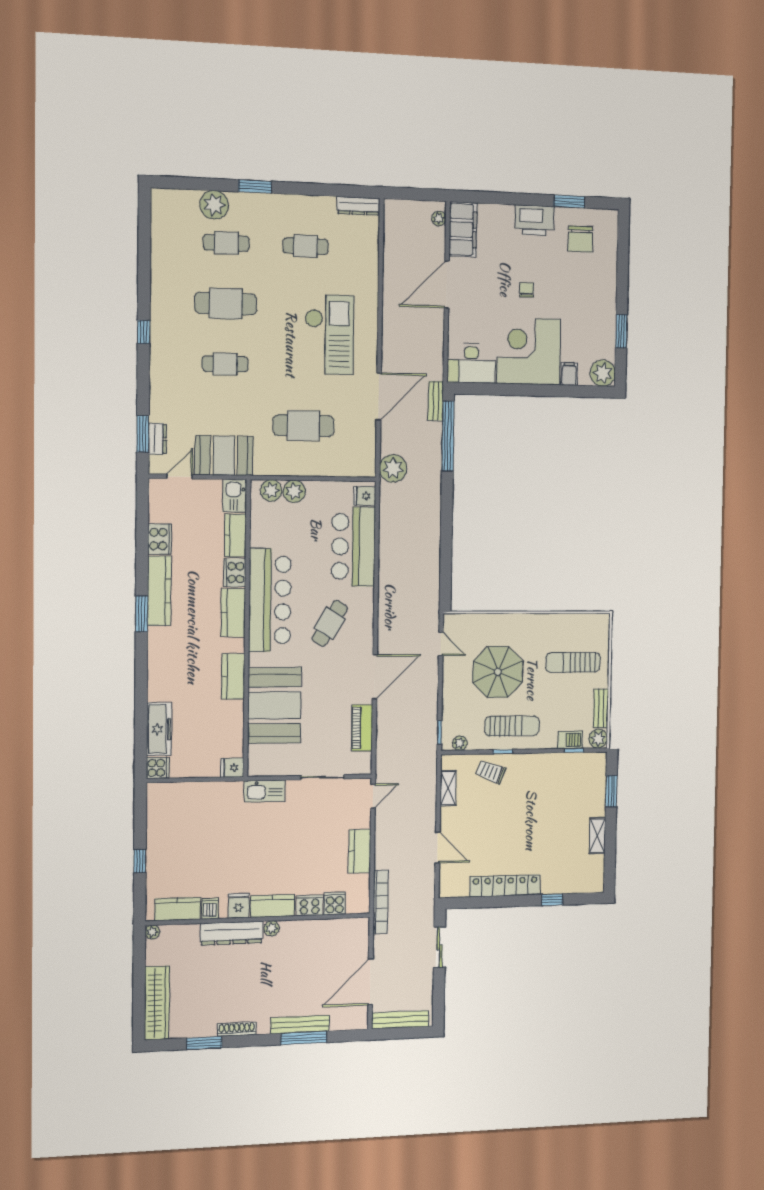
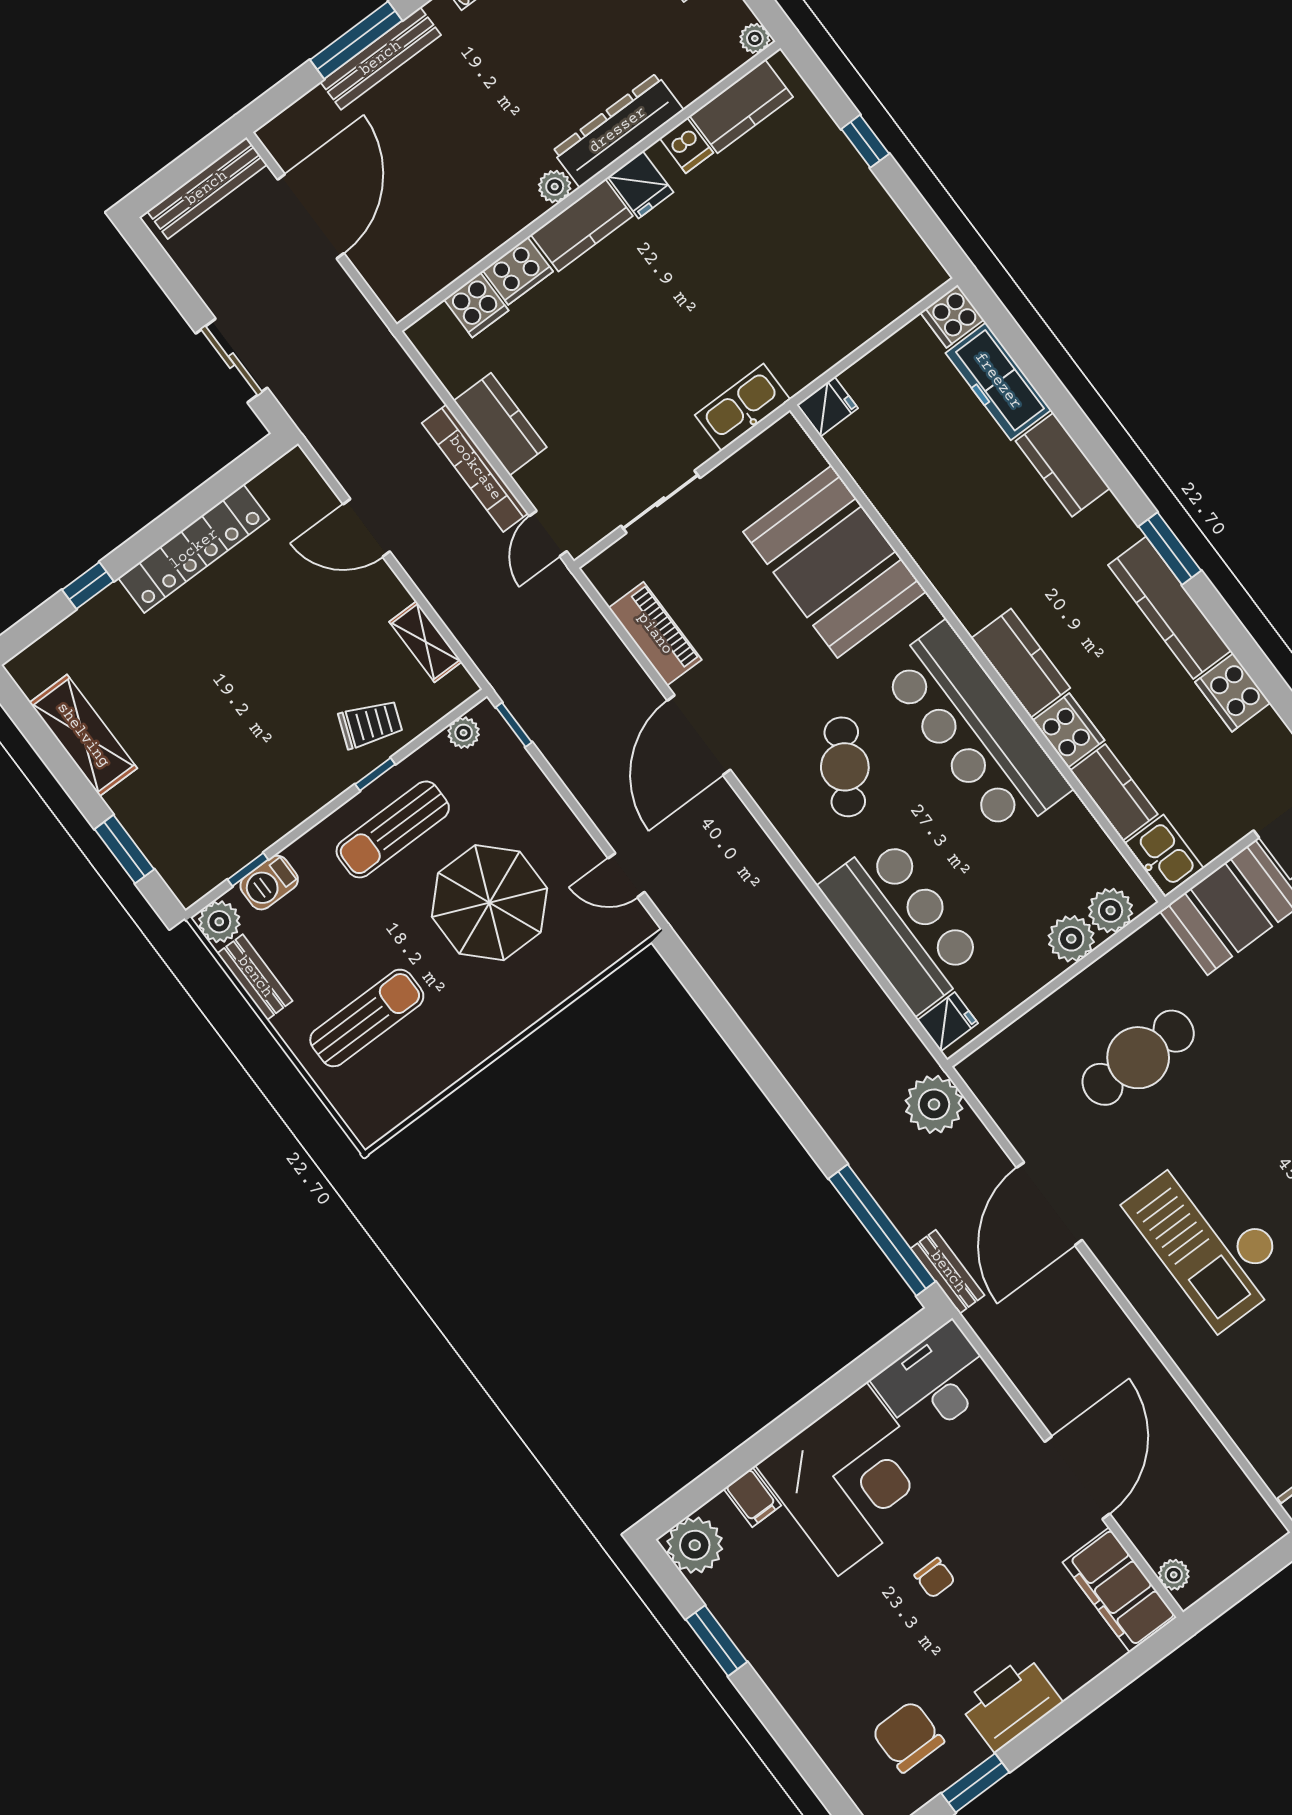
kitchen counter: (233, 676) -> (1063, 465), moved, turned 180
shelving: (597, 836) -> (83, 735), width x1.50, depth x1.33
bookcase: (381, 902) -> (475, 468), moved

